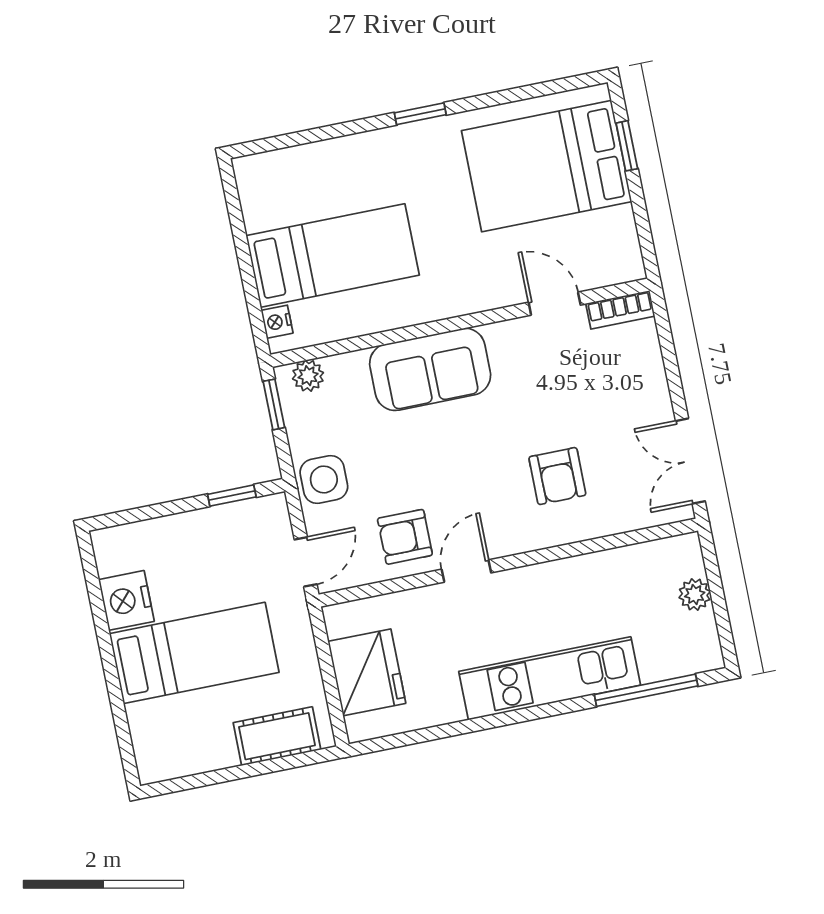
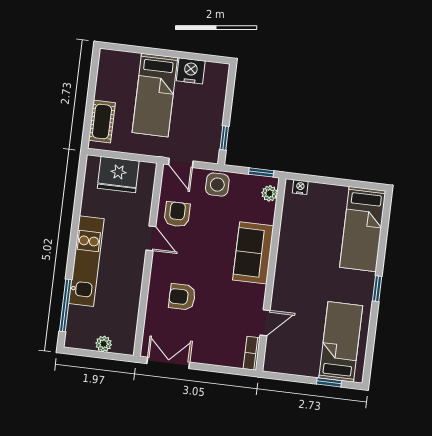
bed: (547, 166) -> (341, 342), width x0.67
bed: (333, 255) -> (363, 229), moved

